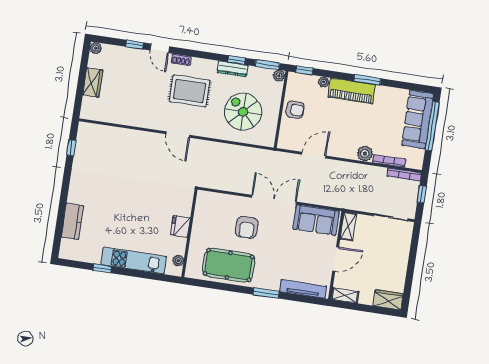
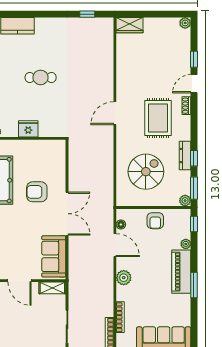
wardrobe: (93, 82) -> (130, 25), moved
floor lamp: (294, 146) -> (121, 224), added
plant: (365, 154) -> (124, 278), moved
cafe table: (129, 206) -> (41, 77), added

